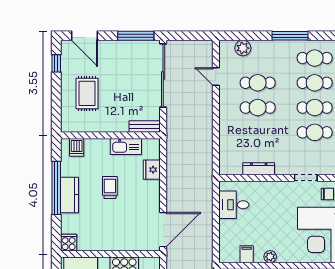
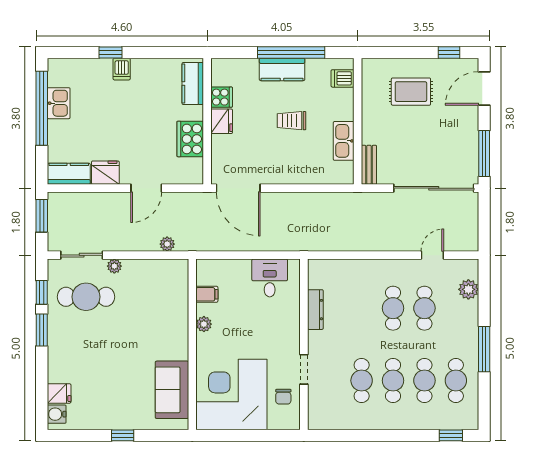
fridge: (152, 170) -> (222, 121), moved, turned 90
trolley: (110, 188) -> (292, 121), turned 180
cooker: (69, 243) -> (222, 97), moved

